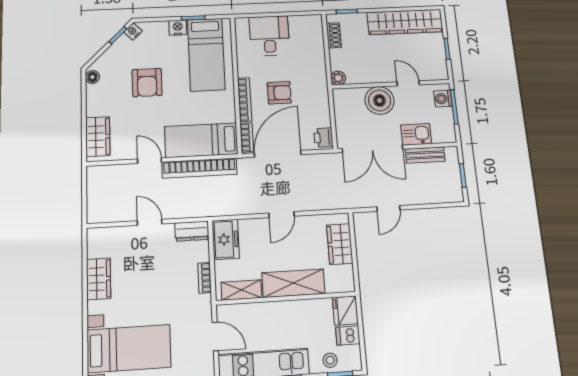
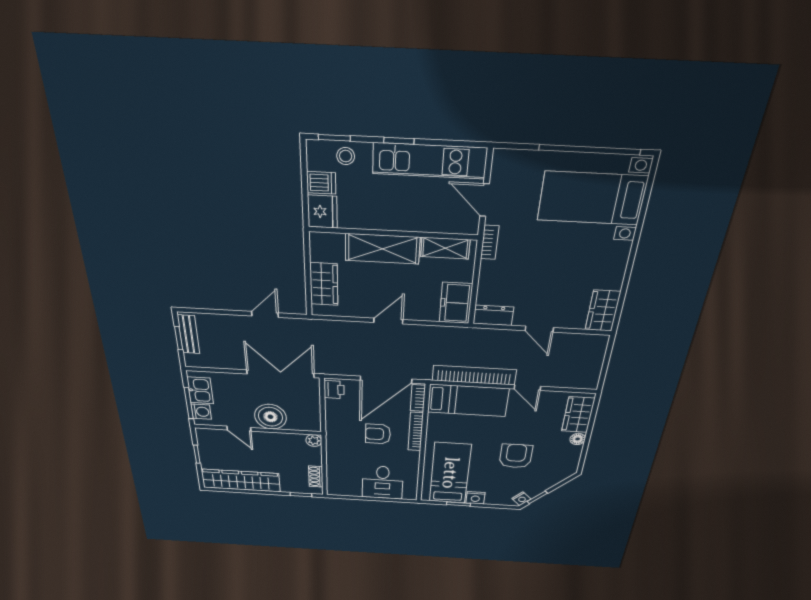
floor lamp: (92, 77) -> (578, 439), moved
kitchen sink: (416, 134) -> (200, 390), moved, turned -90
bench: (425, 155) -> (189, 334), moved, turned 90
bookcase: (205, 278) -> (490, 242), moved
wardrobe: (99, 279) -> (603, 311), moved

